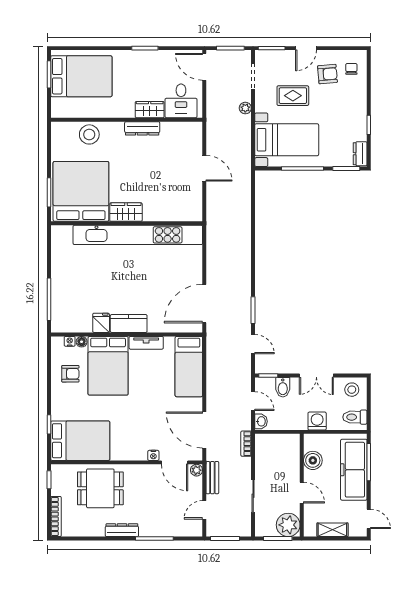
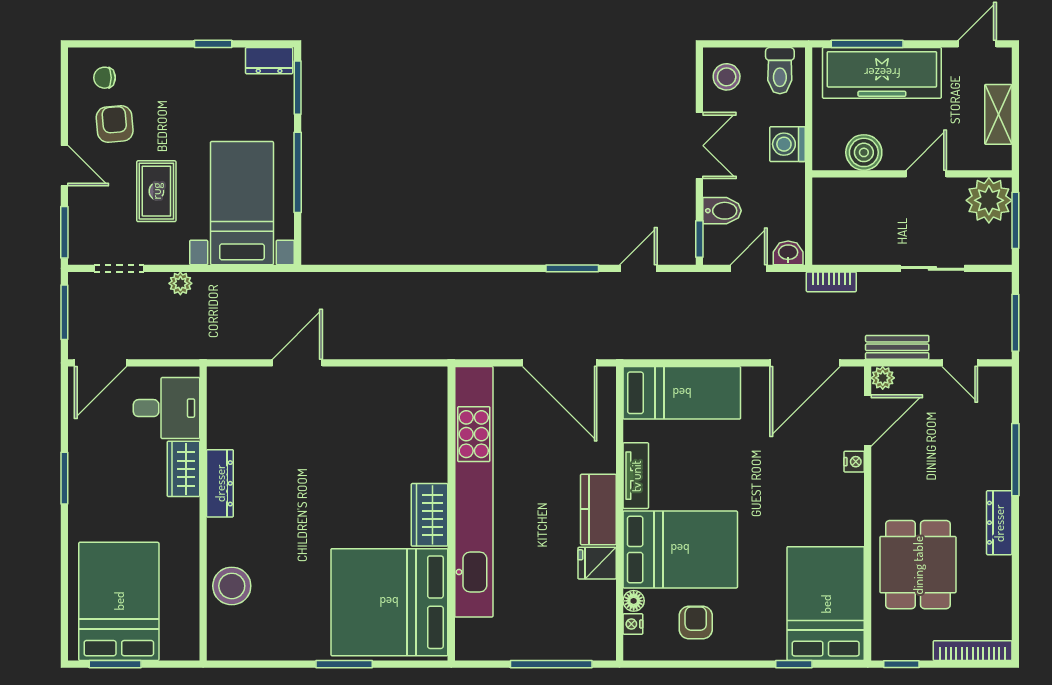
bed: (81, 191) -> (389, 602), moved
wardrobe: (126, 212) -> (430, 515), moved
wall: (127, 223) -> (451, 513), moved
kitchen unit: (138, 235) -> (474, 492), moved

